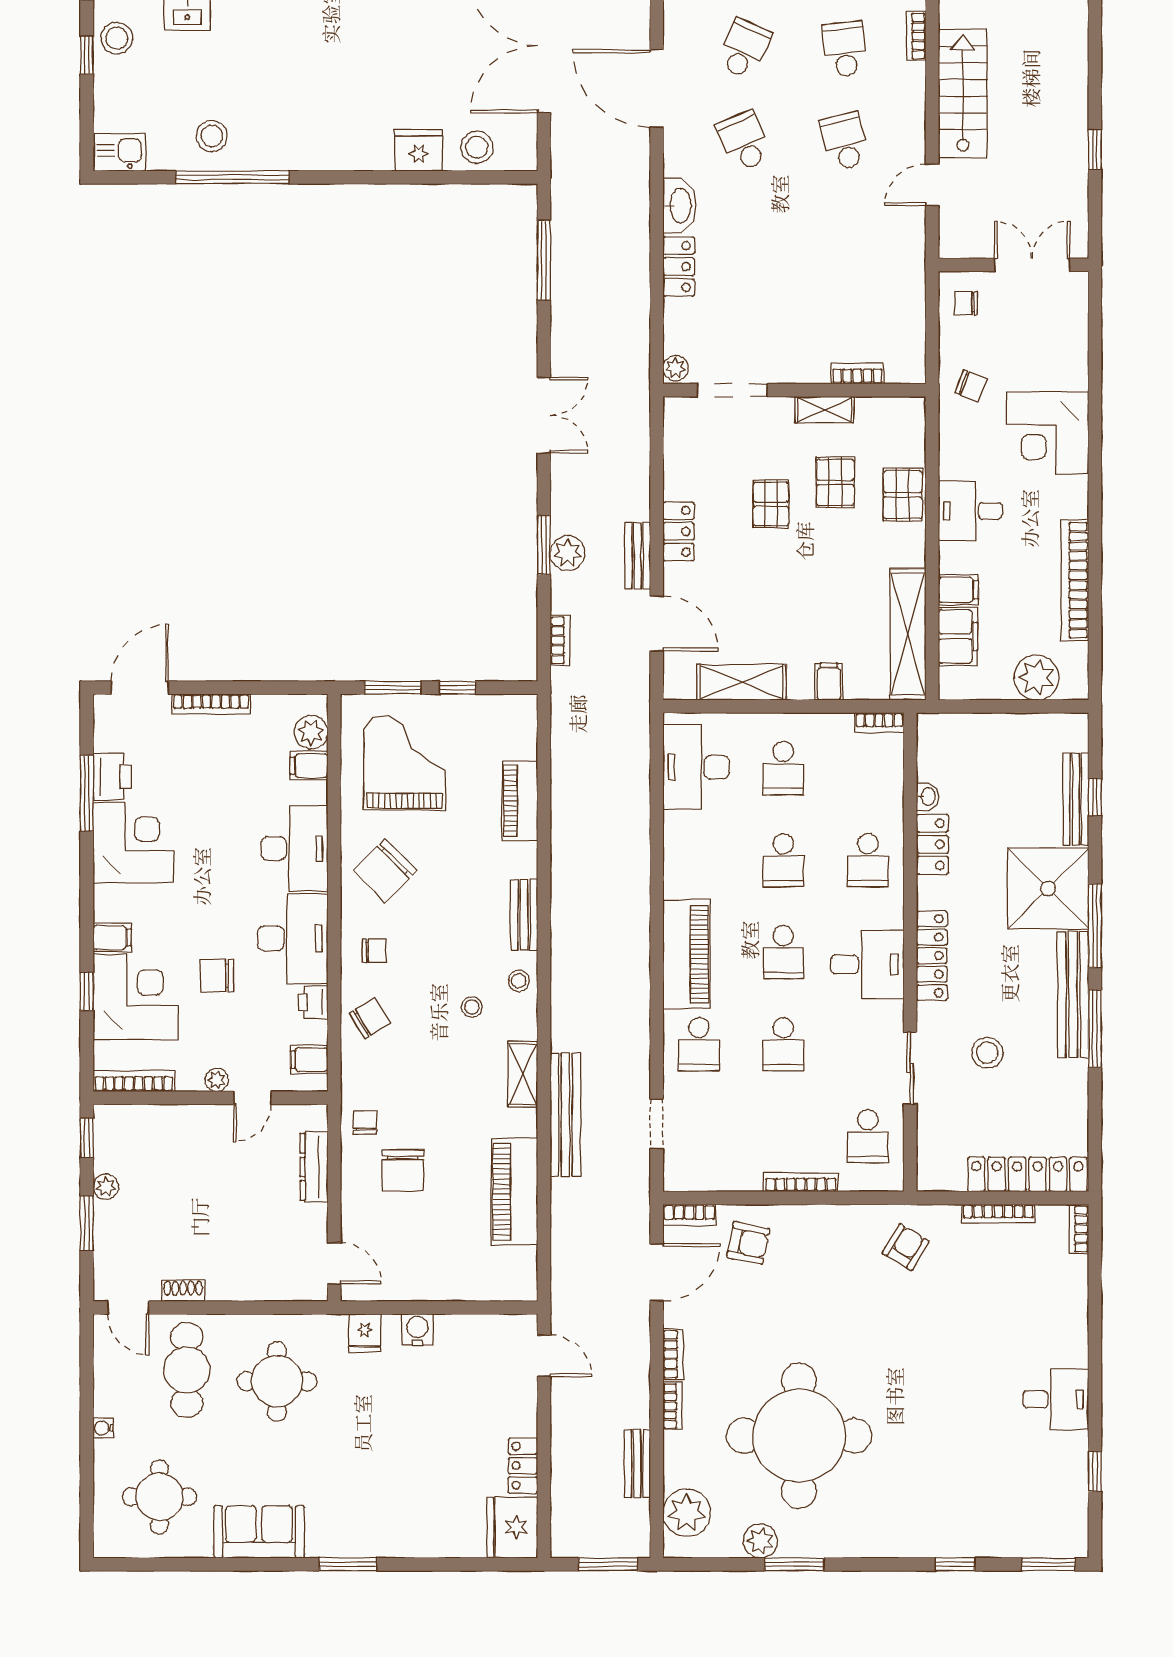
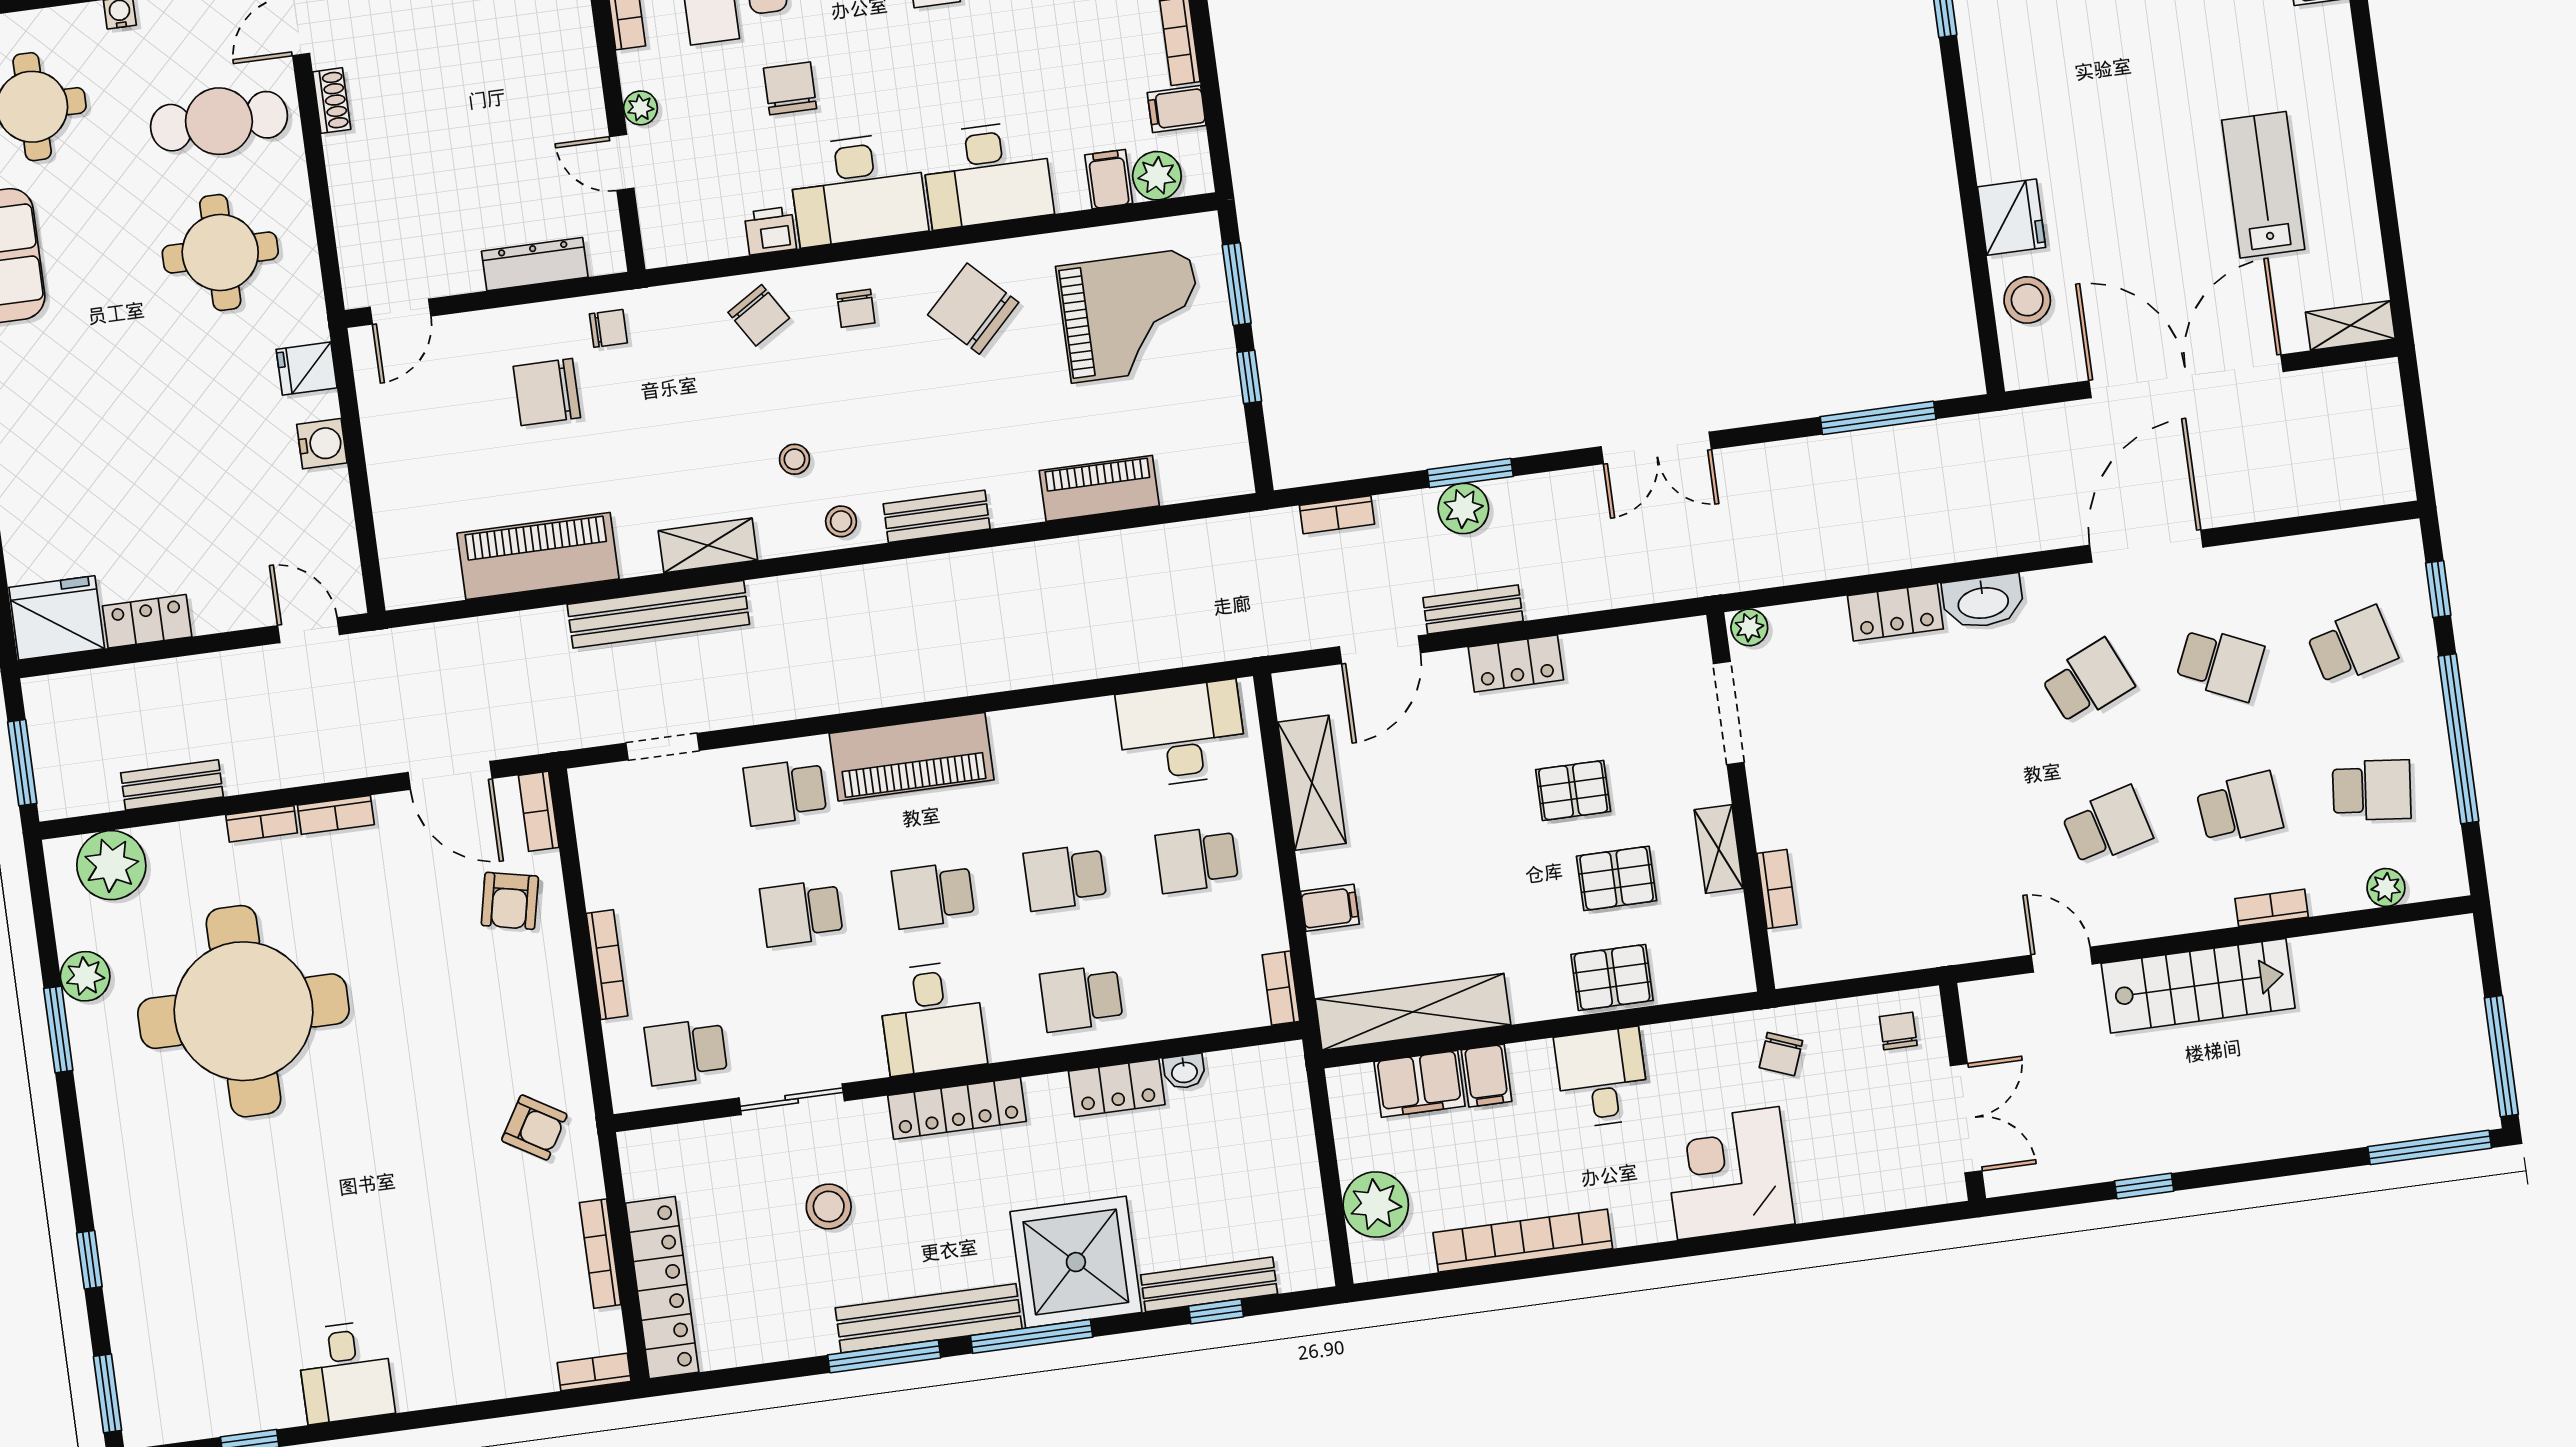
filing cabinet: (309, 1060) -> (1177, 109), moved, turned -90
door: (544, 1356) -> (309, 630), swing flipped

